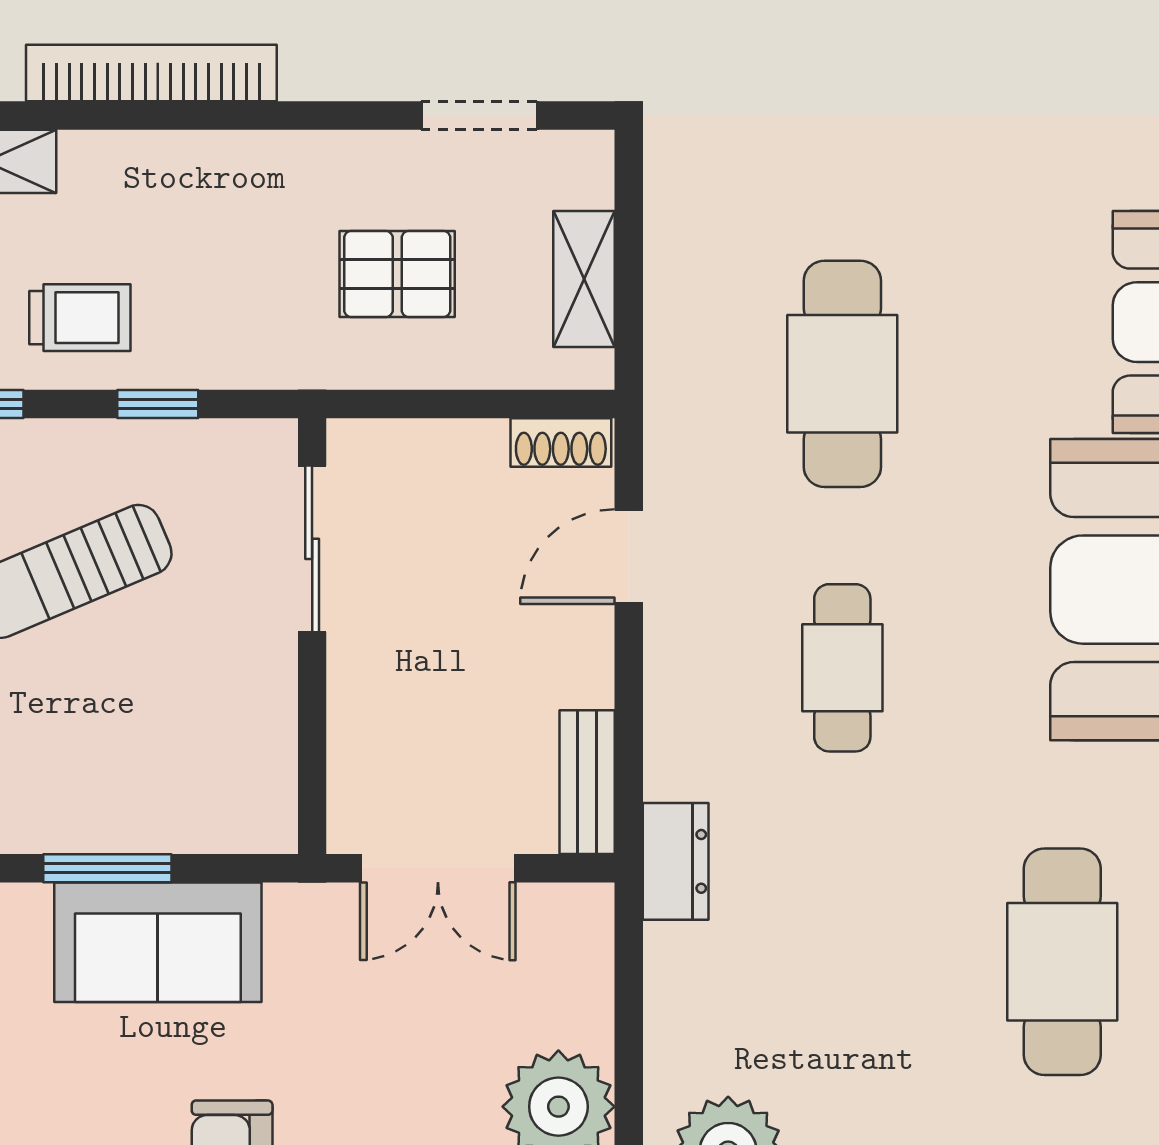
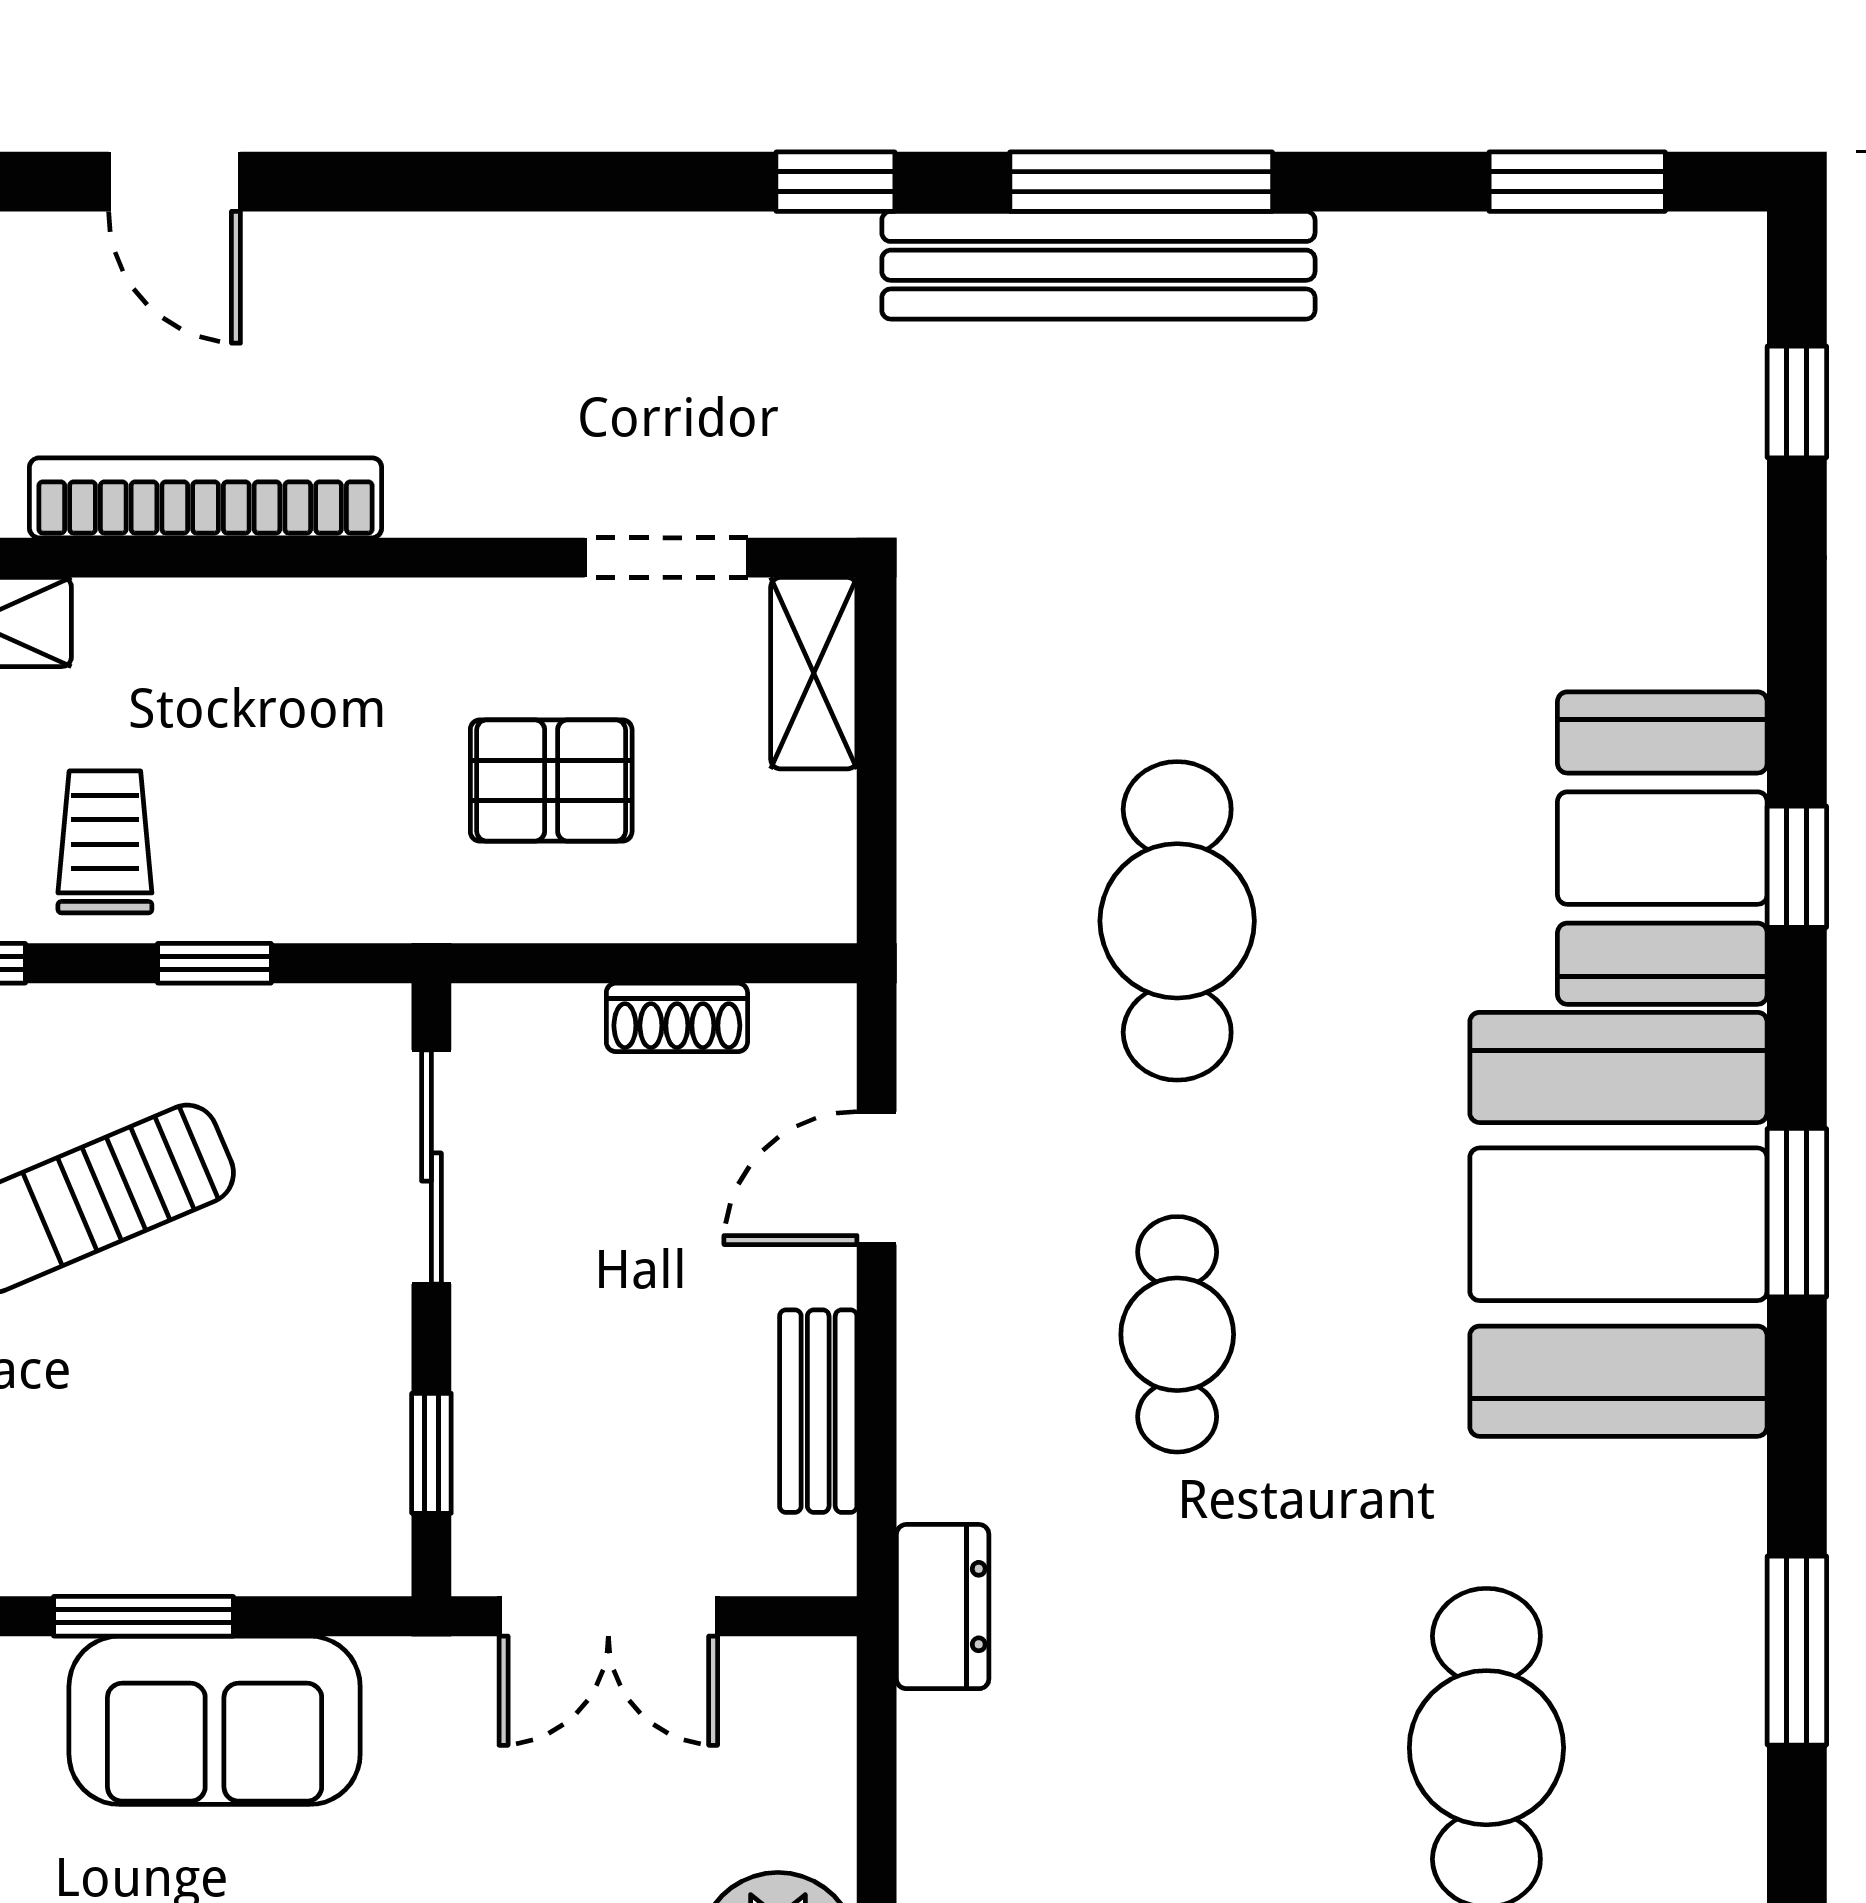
shelving: (584, 279) -> (814, 673), moved
trolley: (80, 318) -> (105, 842), turned -90
shoe rack: (561, 442) -> (677, 1017), moved
window: (312, 752) -> (431, 1453), added
bench: (587, 782) -> (818, 1411), moved

